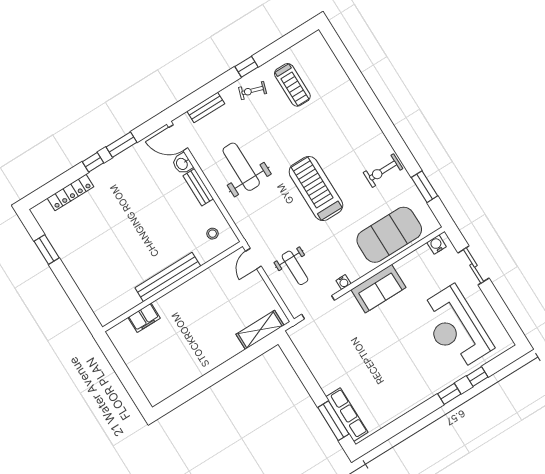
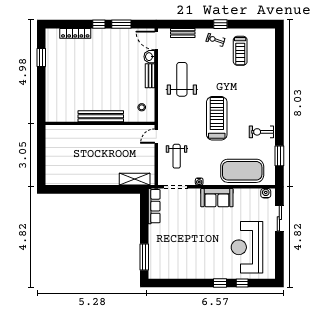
filing cabinet: (144, 318) -> (73, 131), removed
row of seats: (347, 415) -> (154, 206), moved

